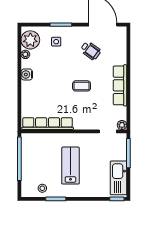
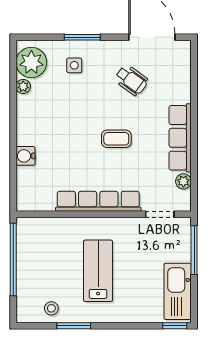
water cooler: (27, 74) -> (25, 156), moved
row of seats: (48, 124) -> (98, 201), moved
plant: (122, 125) -> (183, 181), moved

